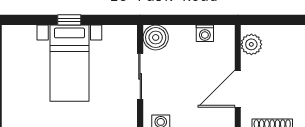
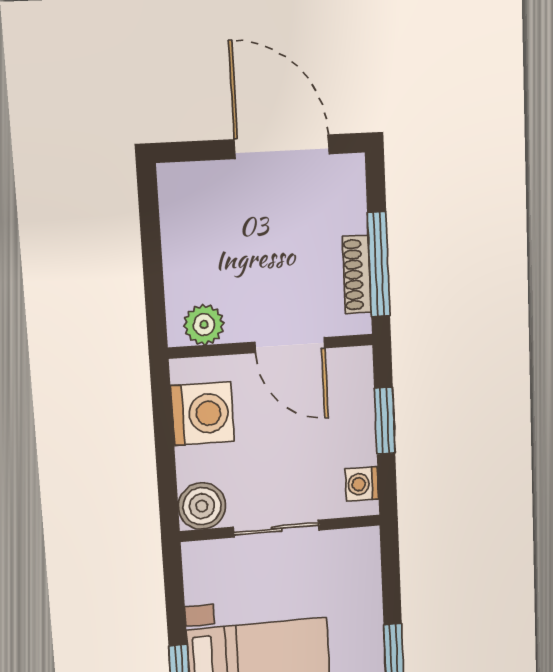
washing machine: (205, 33) -> (202, 414), width x1.89, depth x1.89

